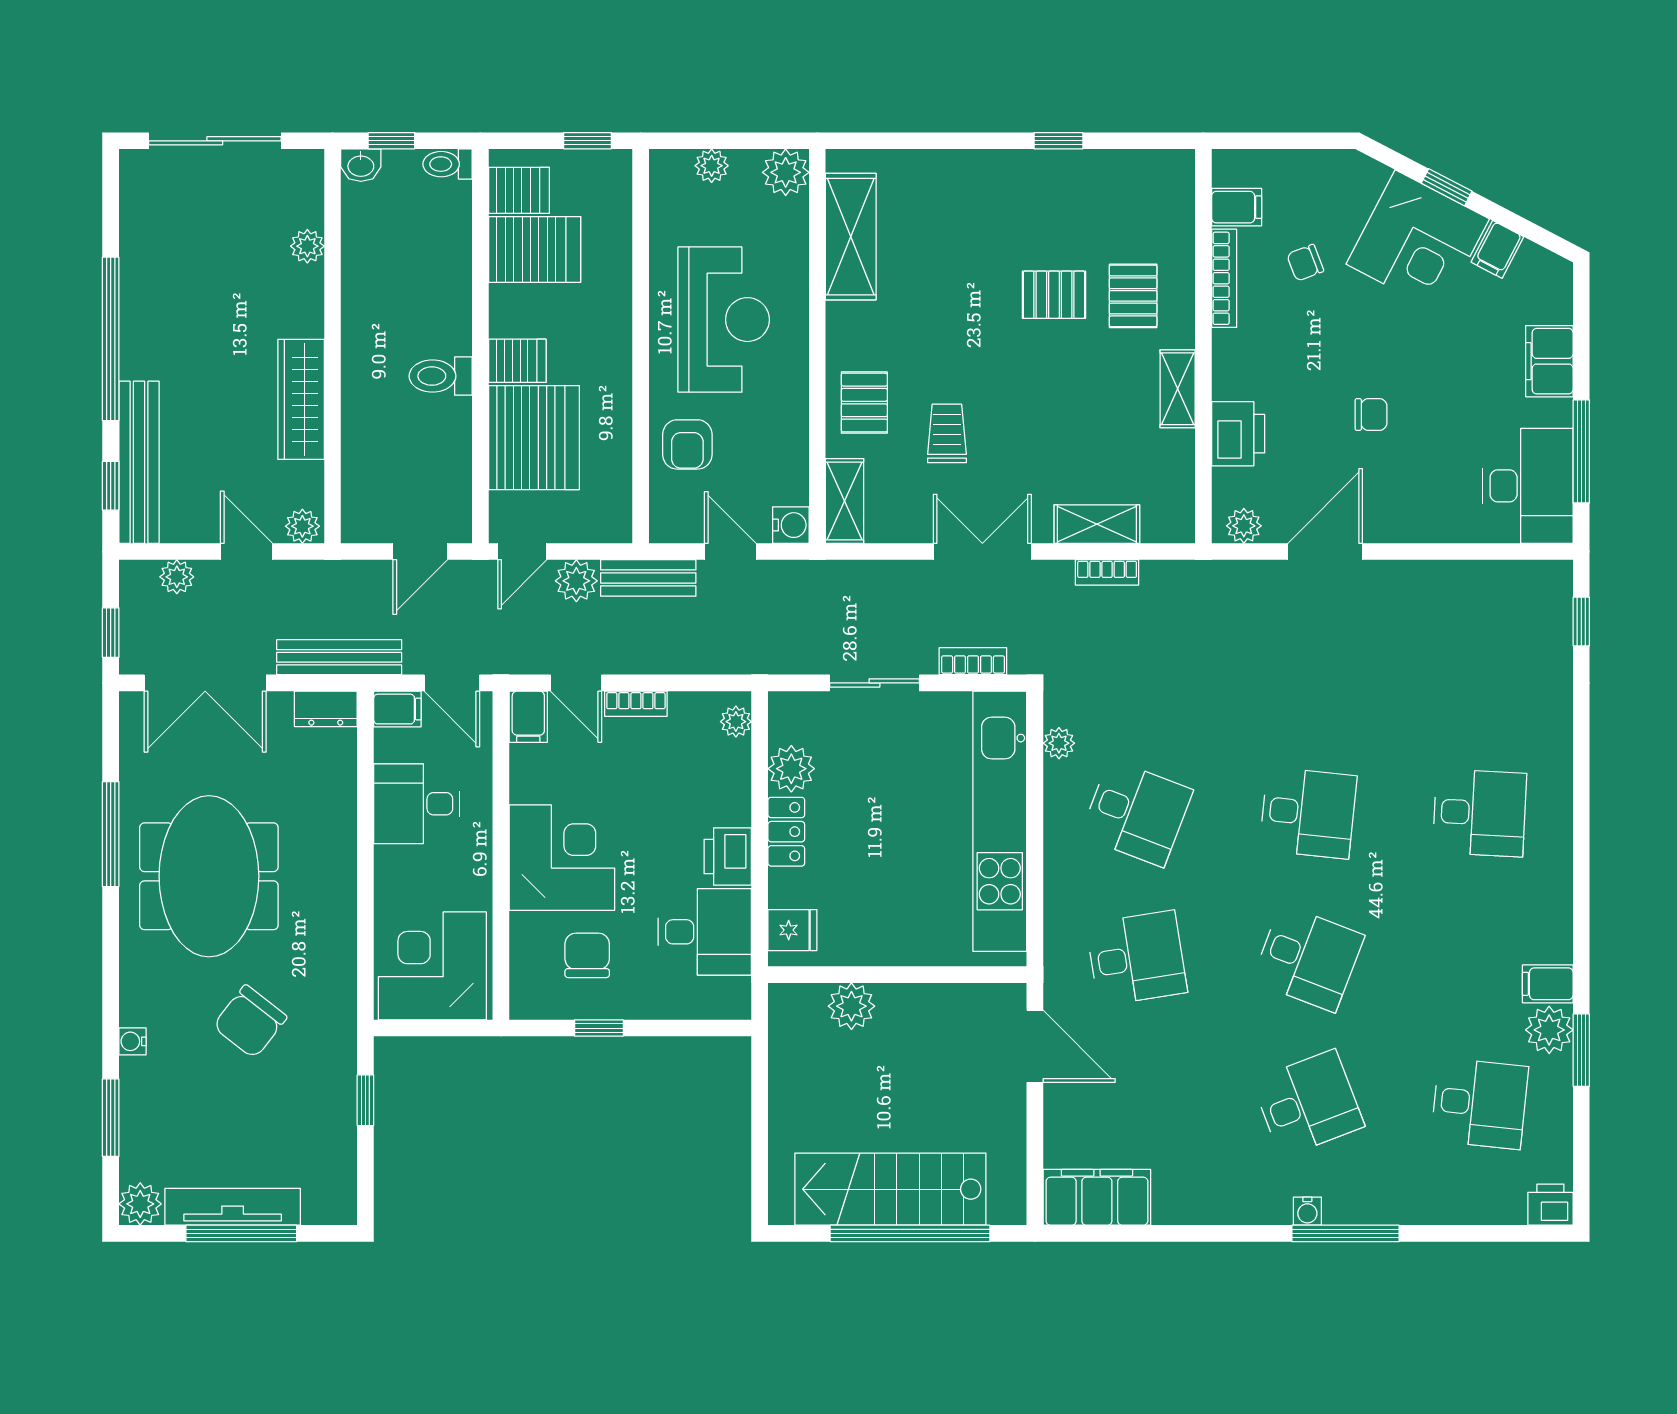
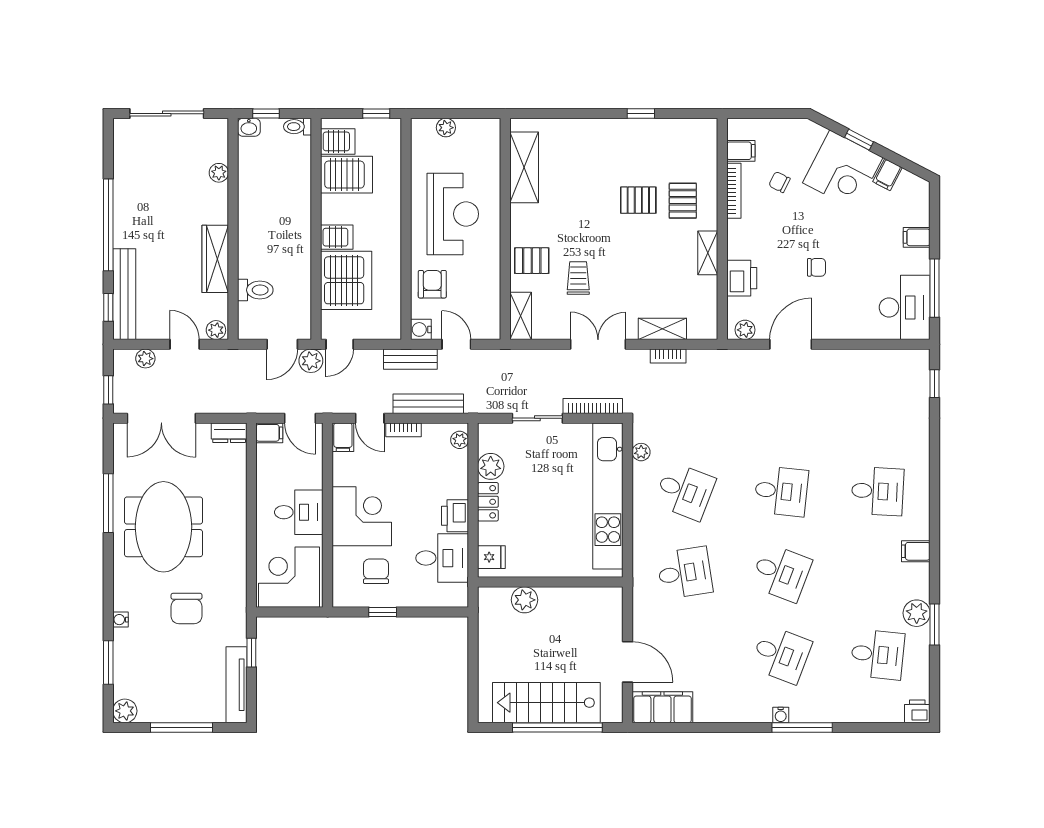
plant: (786, 172) -> (488, 131), removed
chair: (1305, 263) -> (779, 182), turned 47
filing cabinet: (1549, 361) -> (917, 237), width x0.50
toilet: (441, 376) -> (255, 290), moved, turned 180
pallet: (864, 403) -> (532, 261), turned 90
armchair: (687, 444) -> (432, 284), turned 180
water cooler: (791, 525) -> (421, 329), moved, turned 180
plant: (576, 581) -> (311, 361), moved
bench: (339, 657) -> (428, 404), moved
bookcase: (973, 661) -> (593, 406), width x1.56
desk: (417, 804) -> (299, 512), moved, turned 180
filing cabinet: (1548, 984) -> (916, 551), moved
chair: (250, 1022) -> (187, 609), turned -38
door: (1035, 1046) -> (628, 662), moved
desk: (1308, 1103) -> (781, 654), turned 42
tv unit: (233, 1207) -> (236, 685), moved, turned -90

